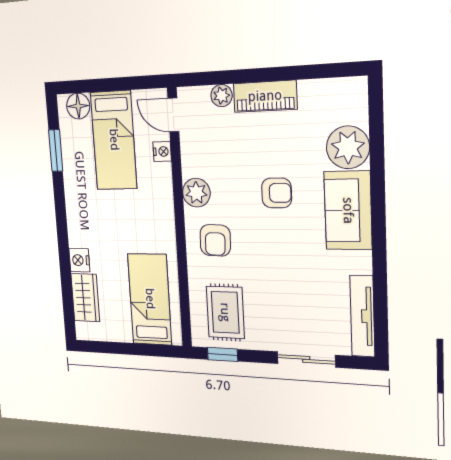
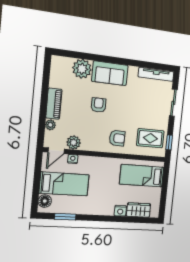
plant: (196, 193) -> (74, 142), moved

